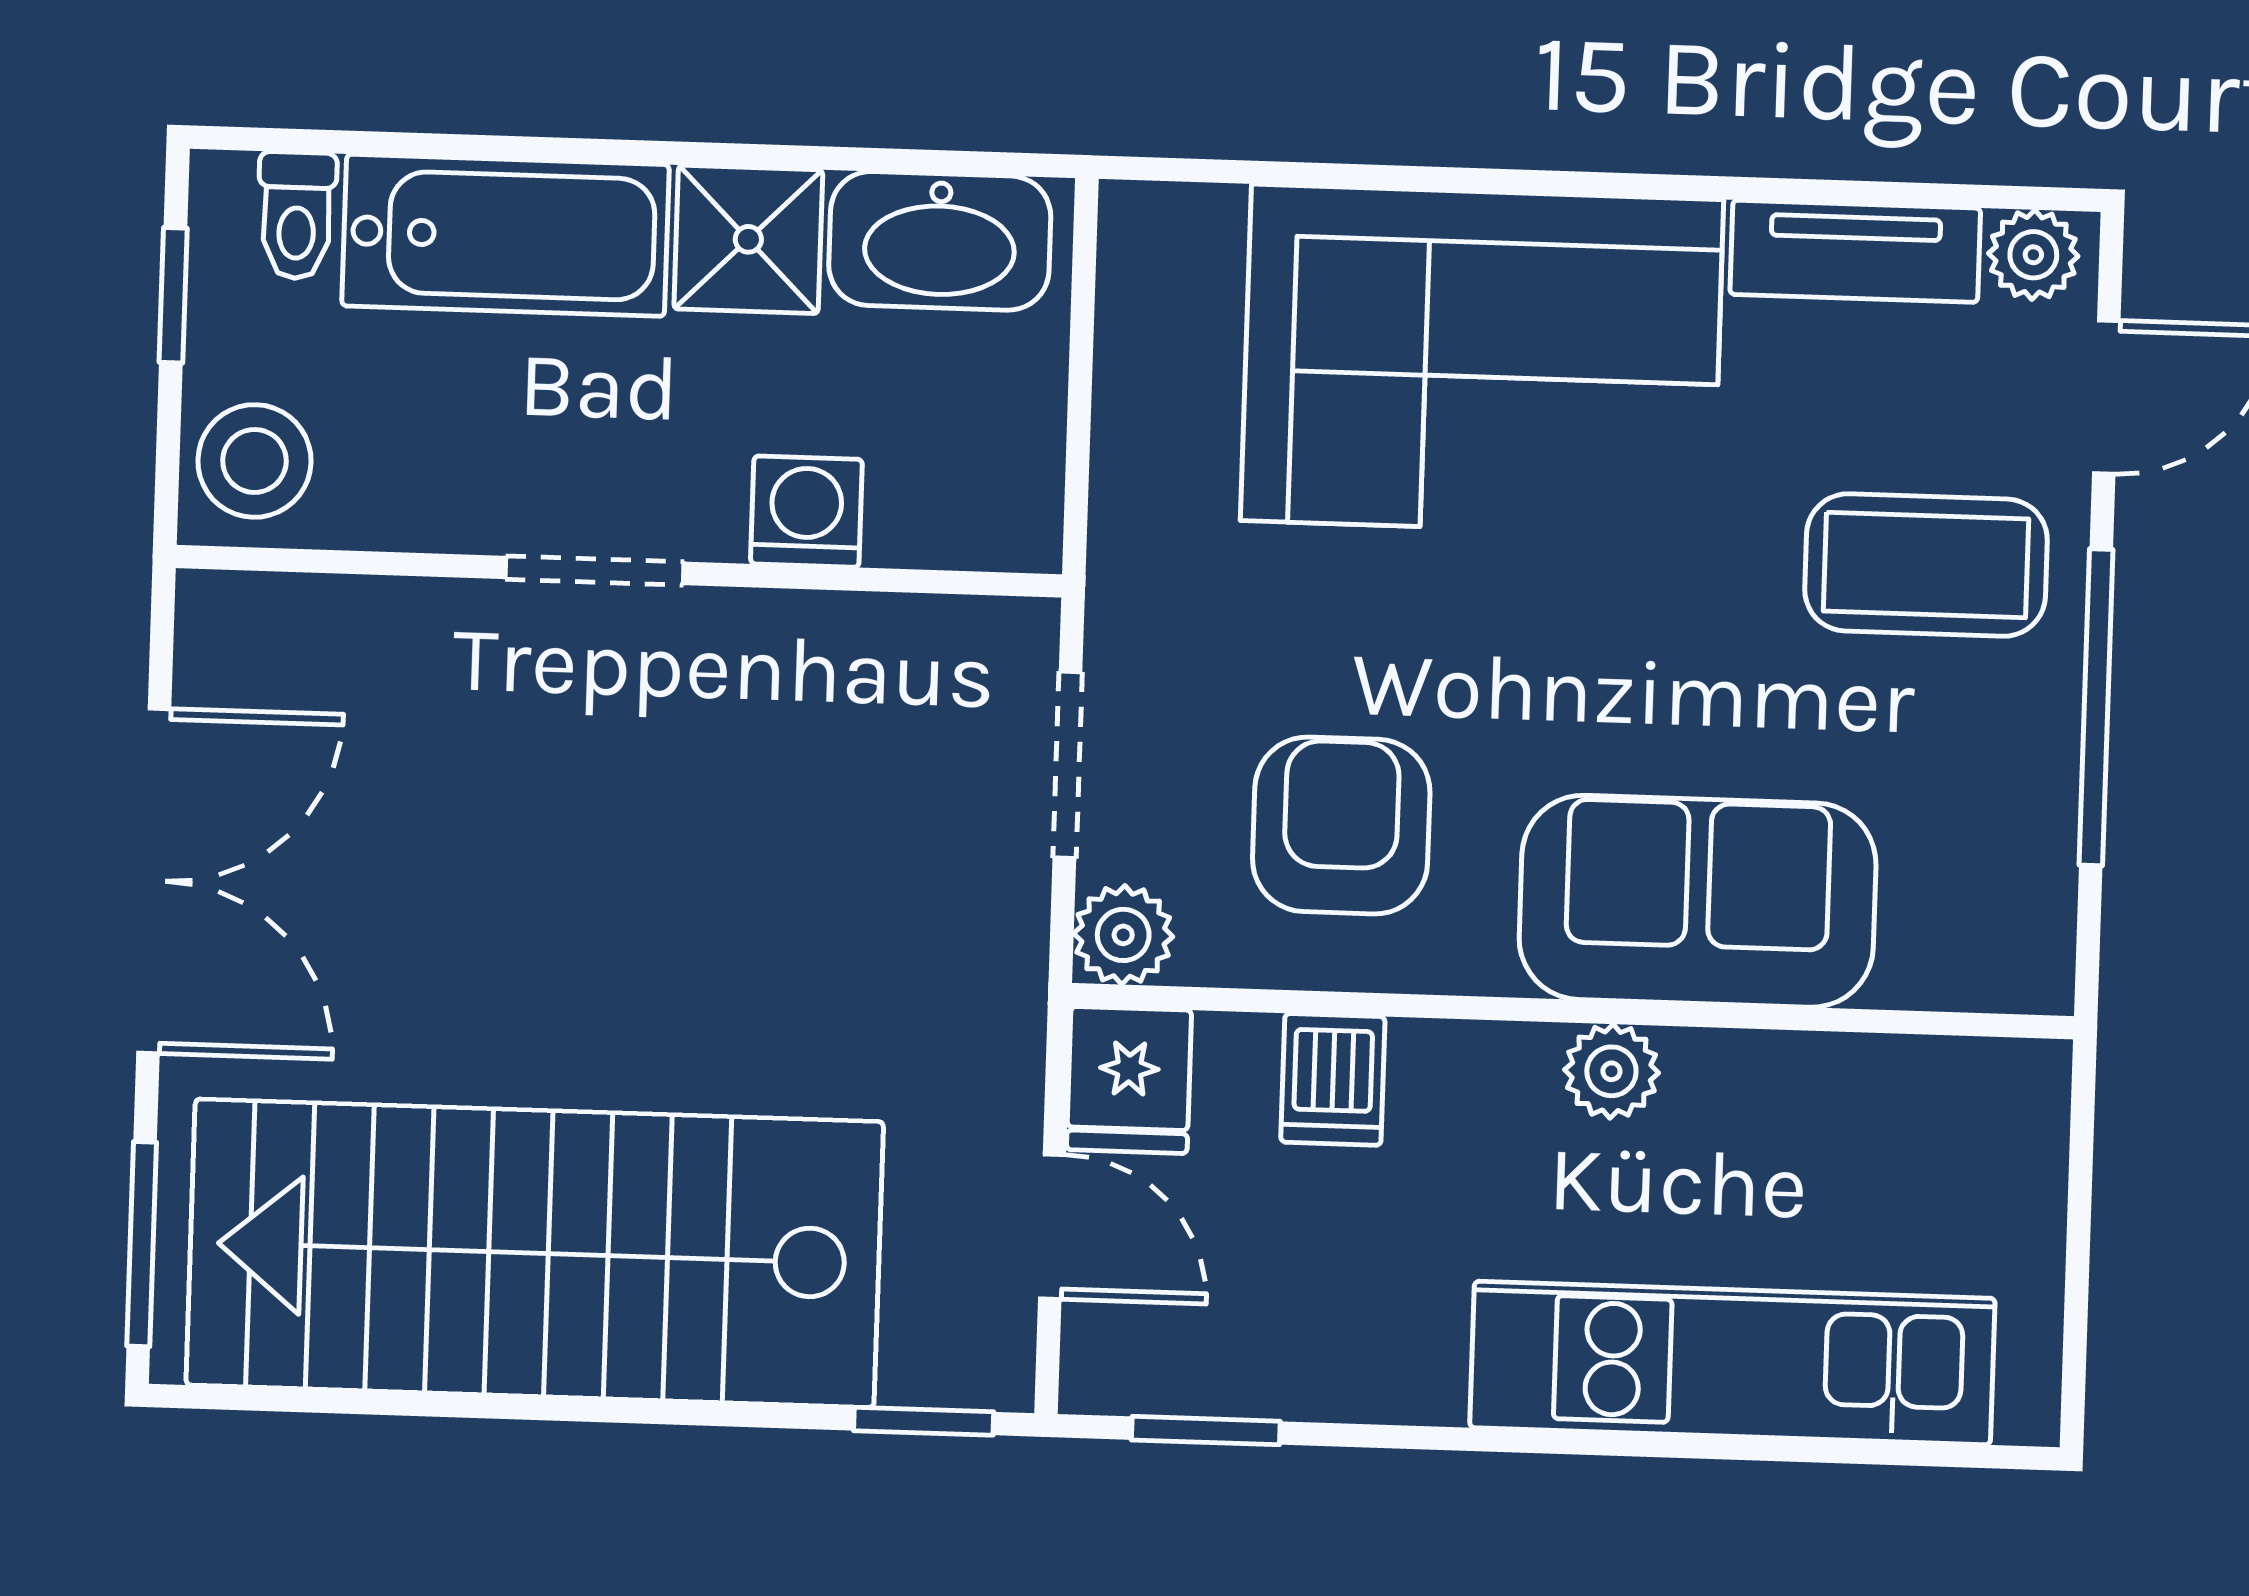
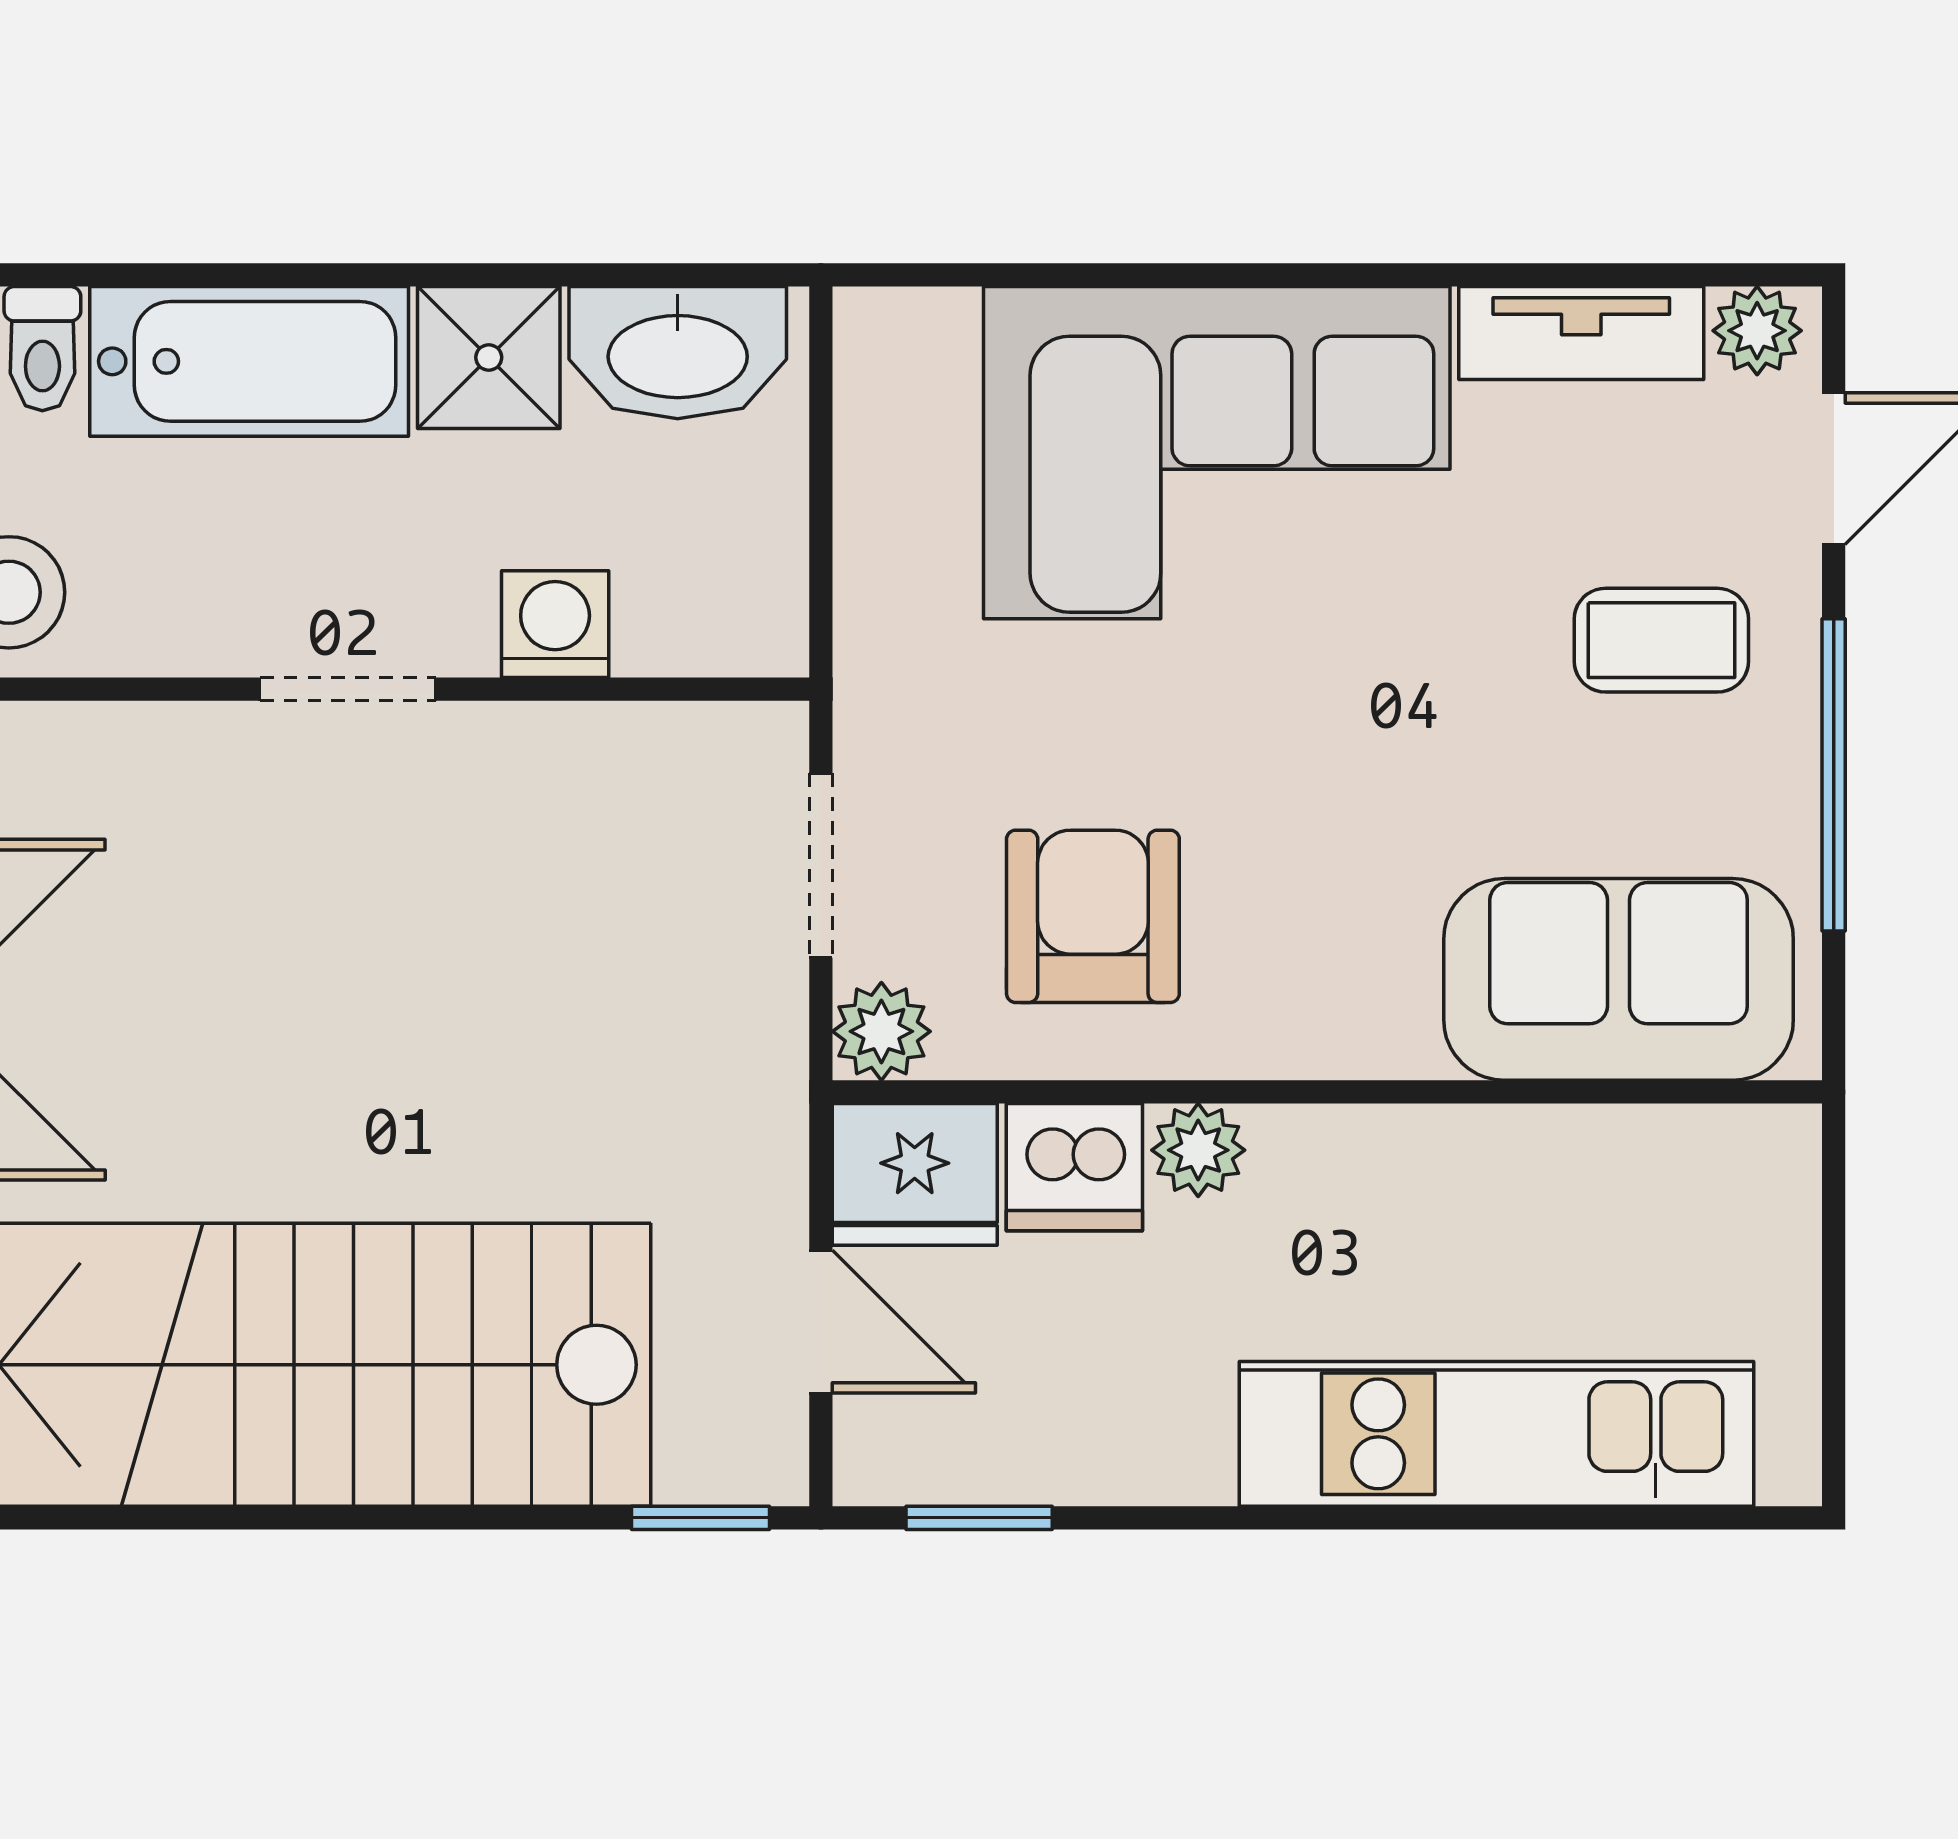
coffee table: (1926, 565) -> (1661, 640), width x0.73, depth x0.77
sofa: (1698, 901) -> (1619, 979), moved
plant: (1611, 1071) -> (1198, 1150), moved
dishwasher: (1333, 1079) -> (1074, 1167), width x1.38
fridge: (1129, 1080) -> (915, 1174), width x1.38

